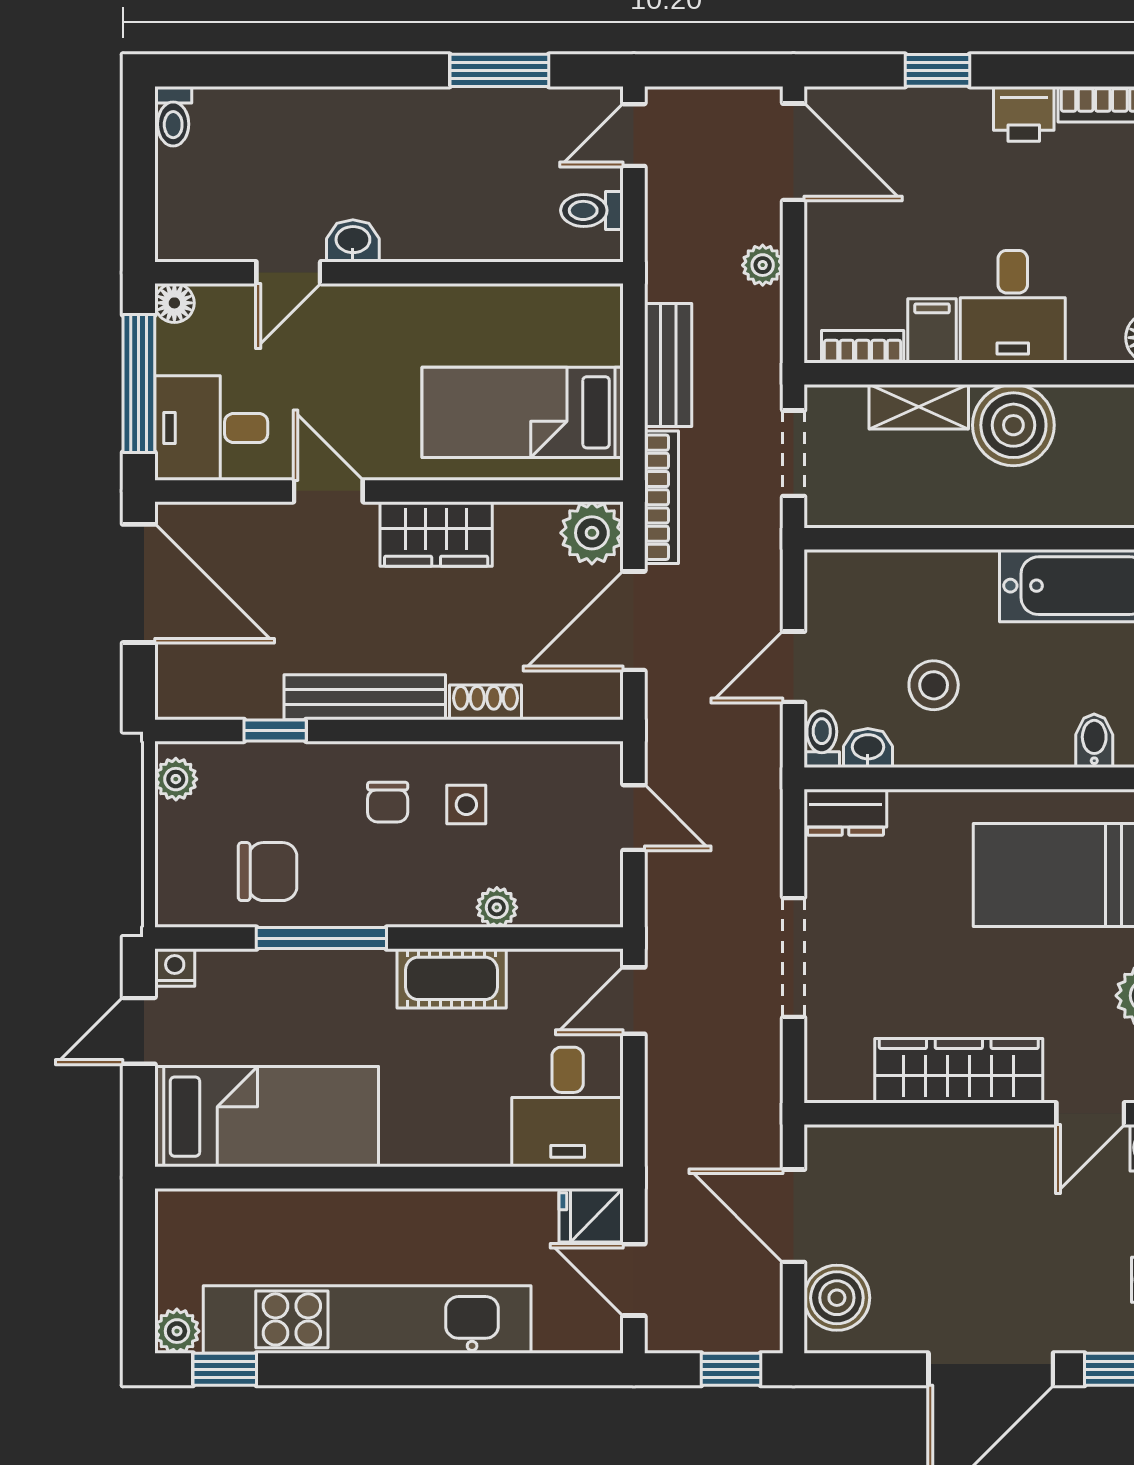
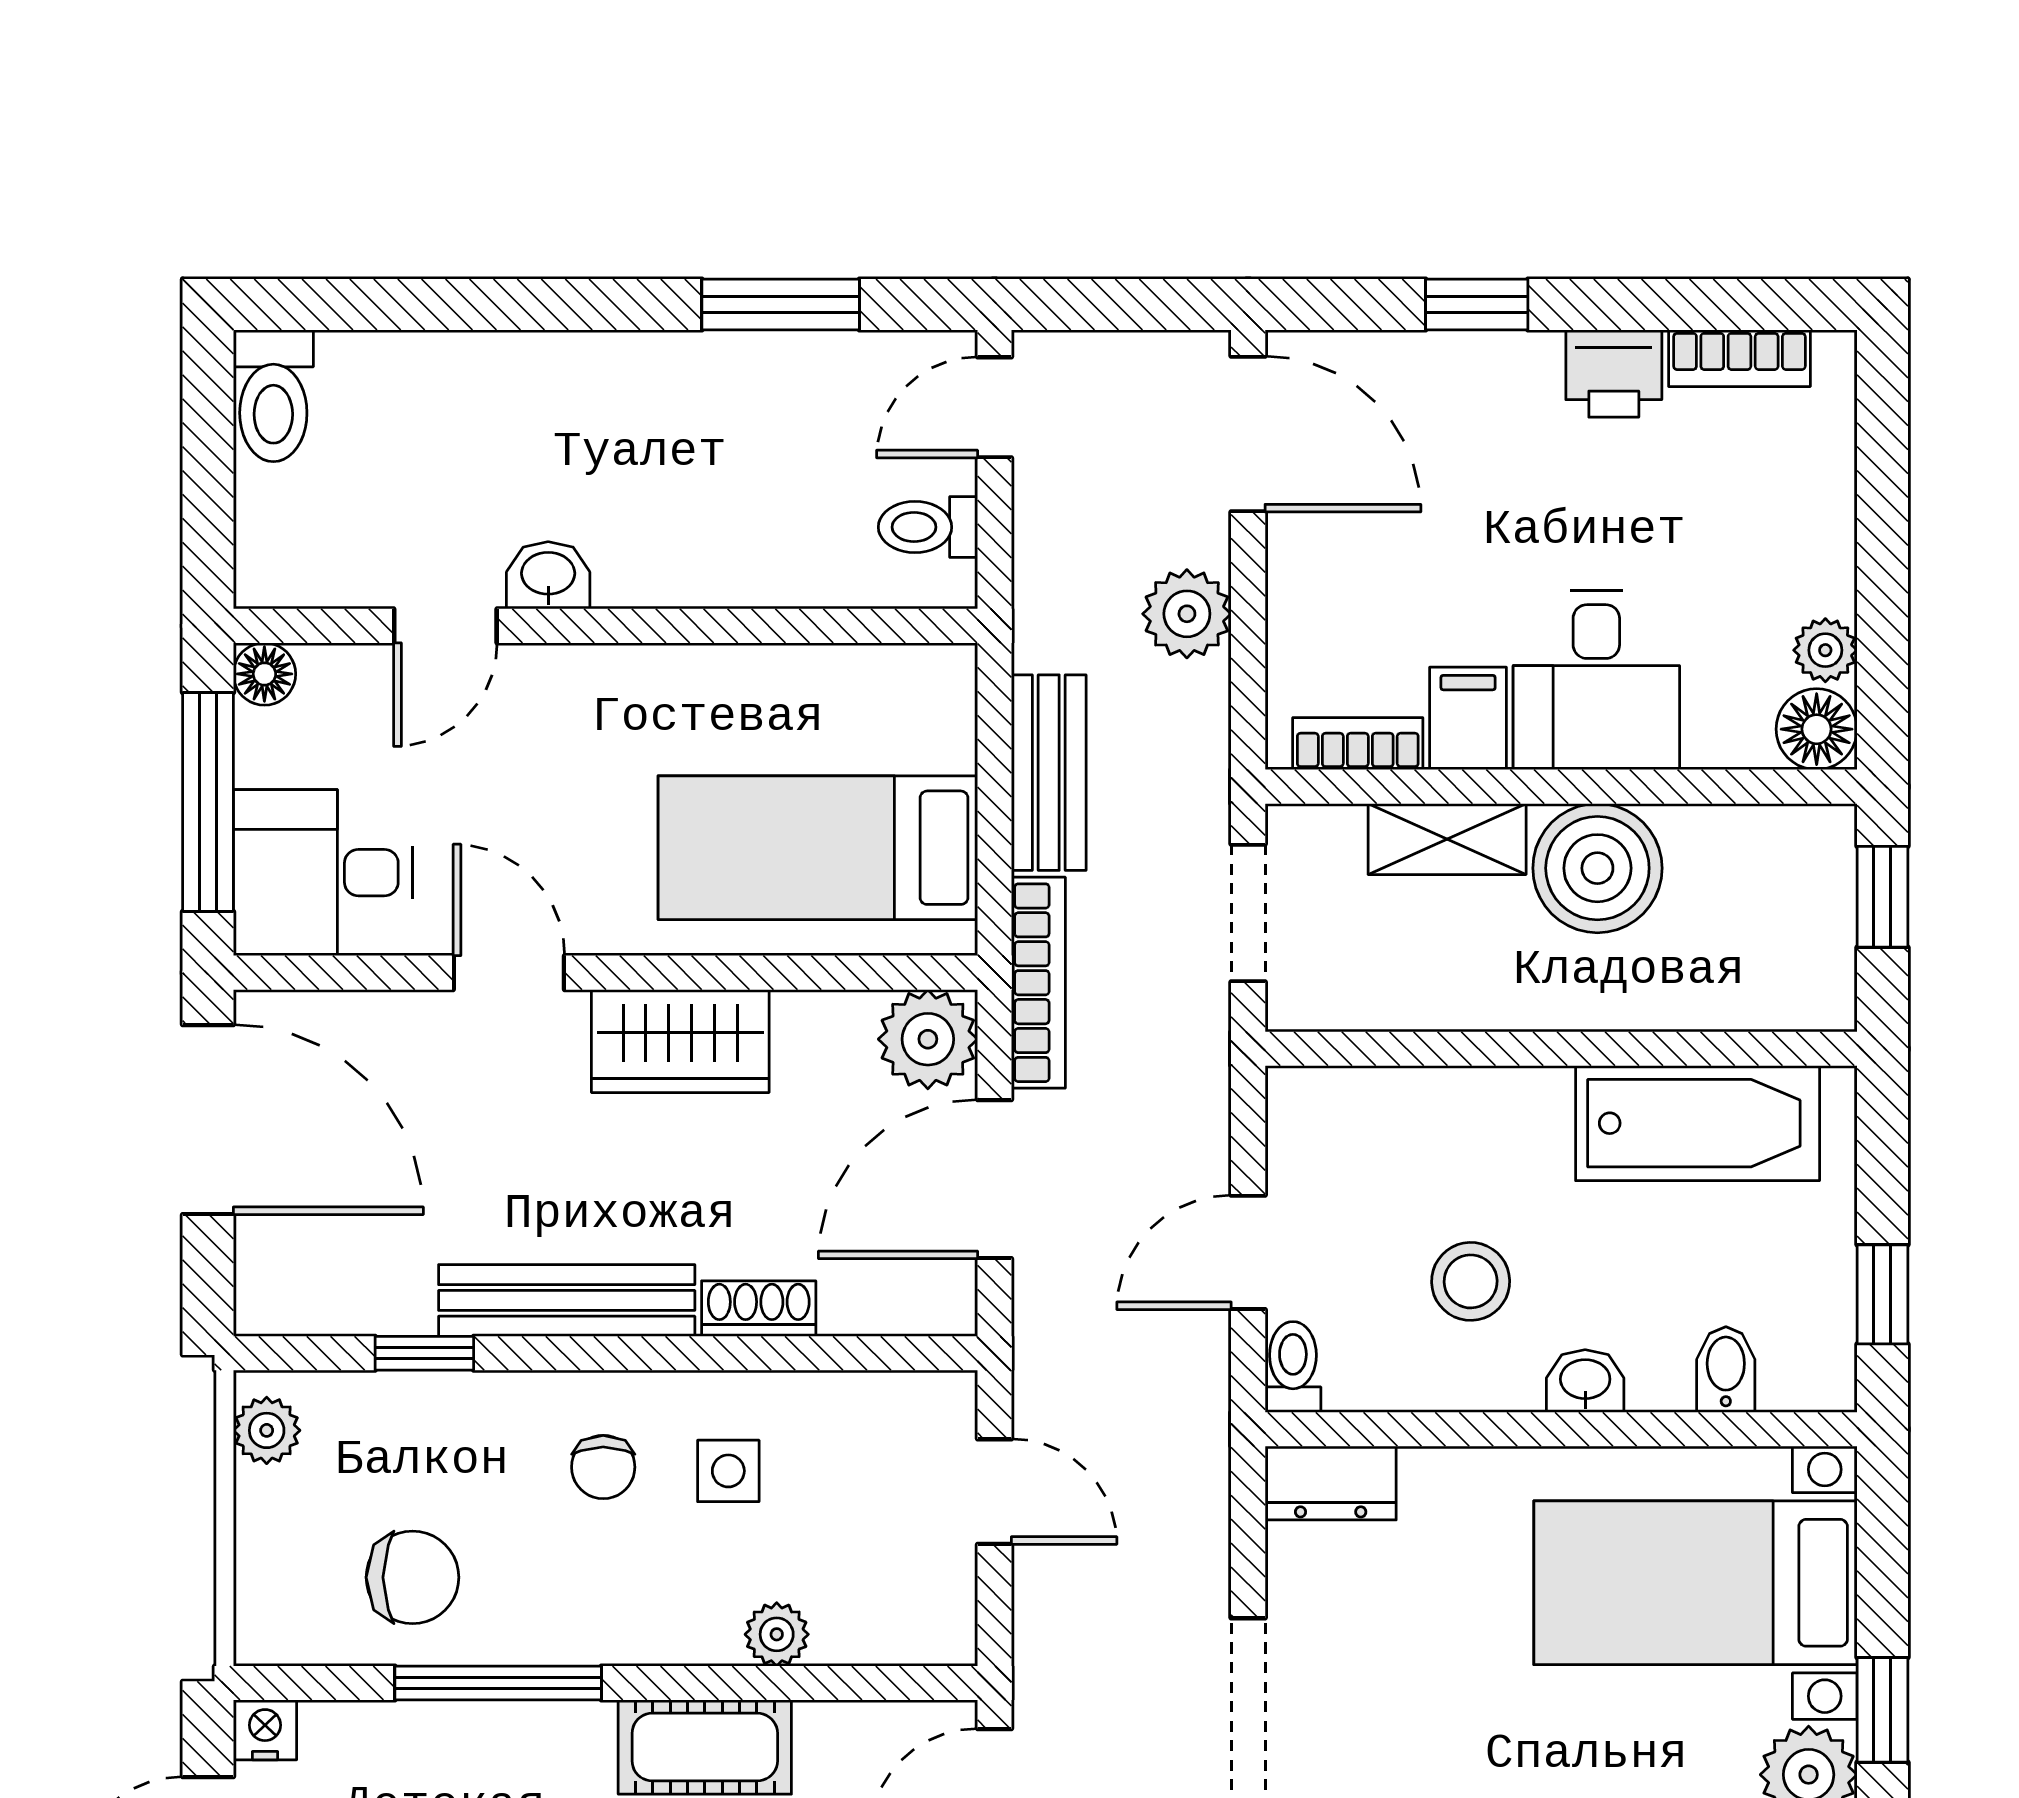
toilet: (173, 116) -> (273, 396), width x1.37, depth x1.39
plant: (763, 265) -> (1187, 614), width x1.38, depth x1.38
washbasin: (868, 748) -> (1585, 1381), moved

